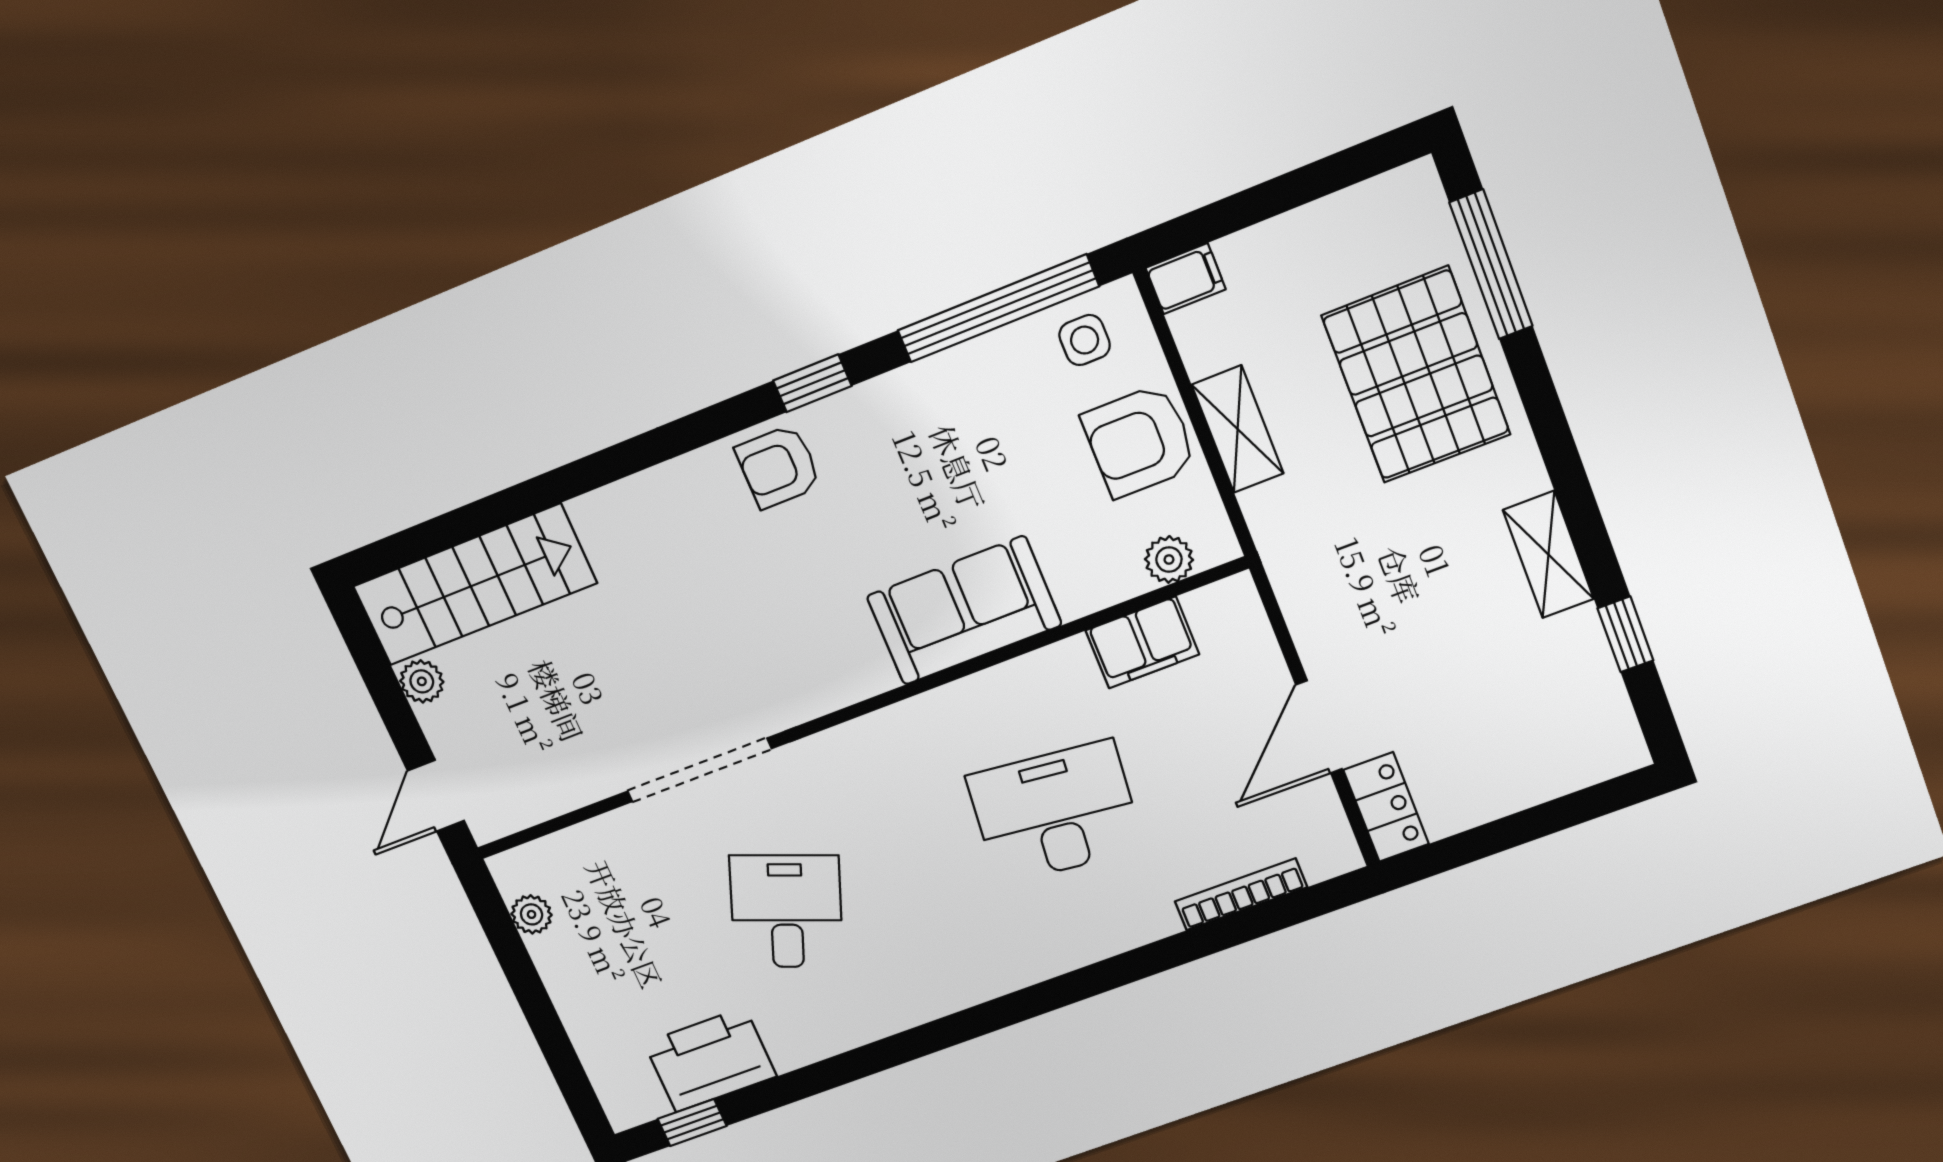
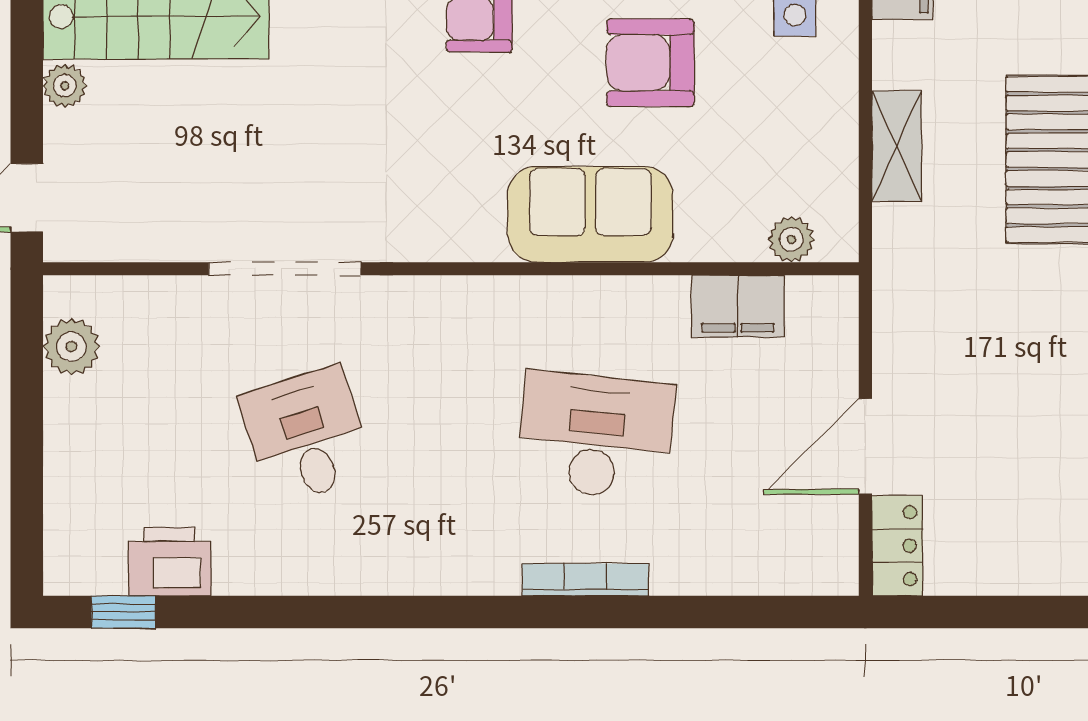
armchair: (1139, 441) -> (650, 63), moved
bookcase: (1241, 894) -> (585, 580), moved
desk: (786, 911) -> (306, 436), turned -39
plant: (532, 914) -> (71, 347), width x1.38, depth x1.38
printer: (710, 1060) -> (169, 562), width x0.73, depth x0.84

